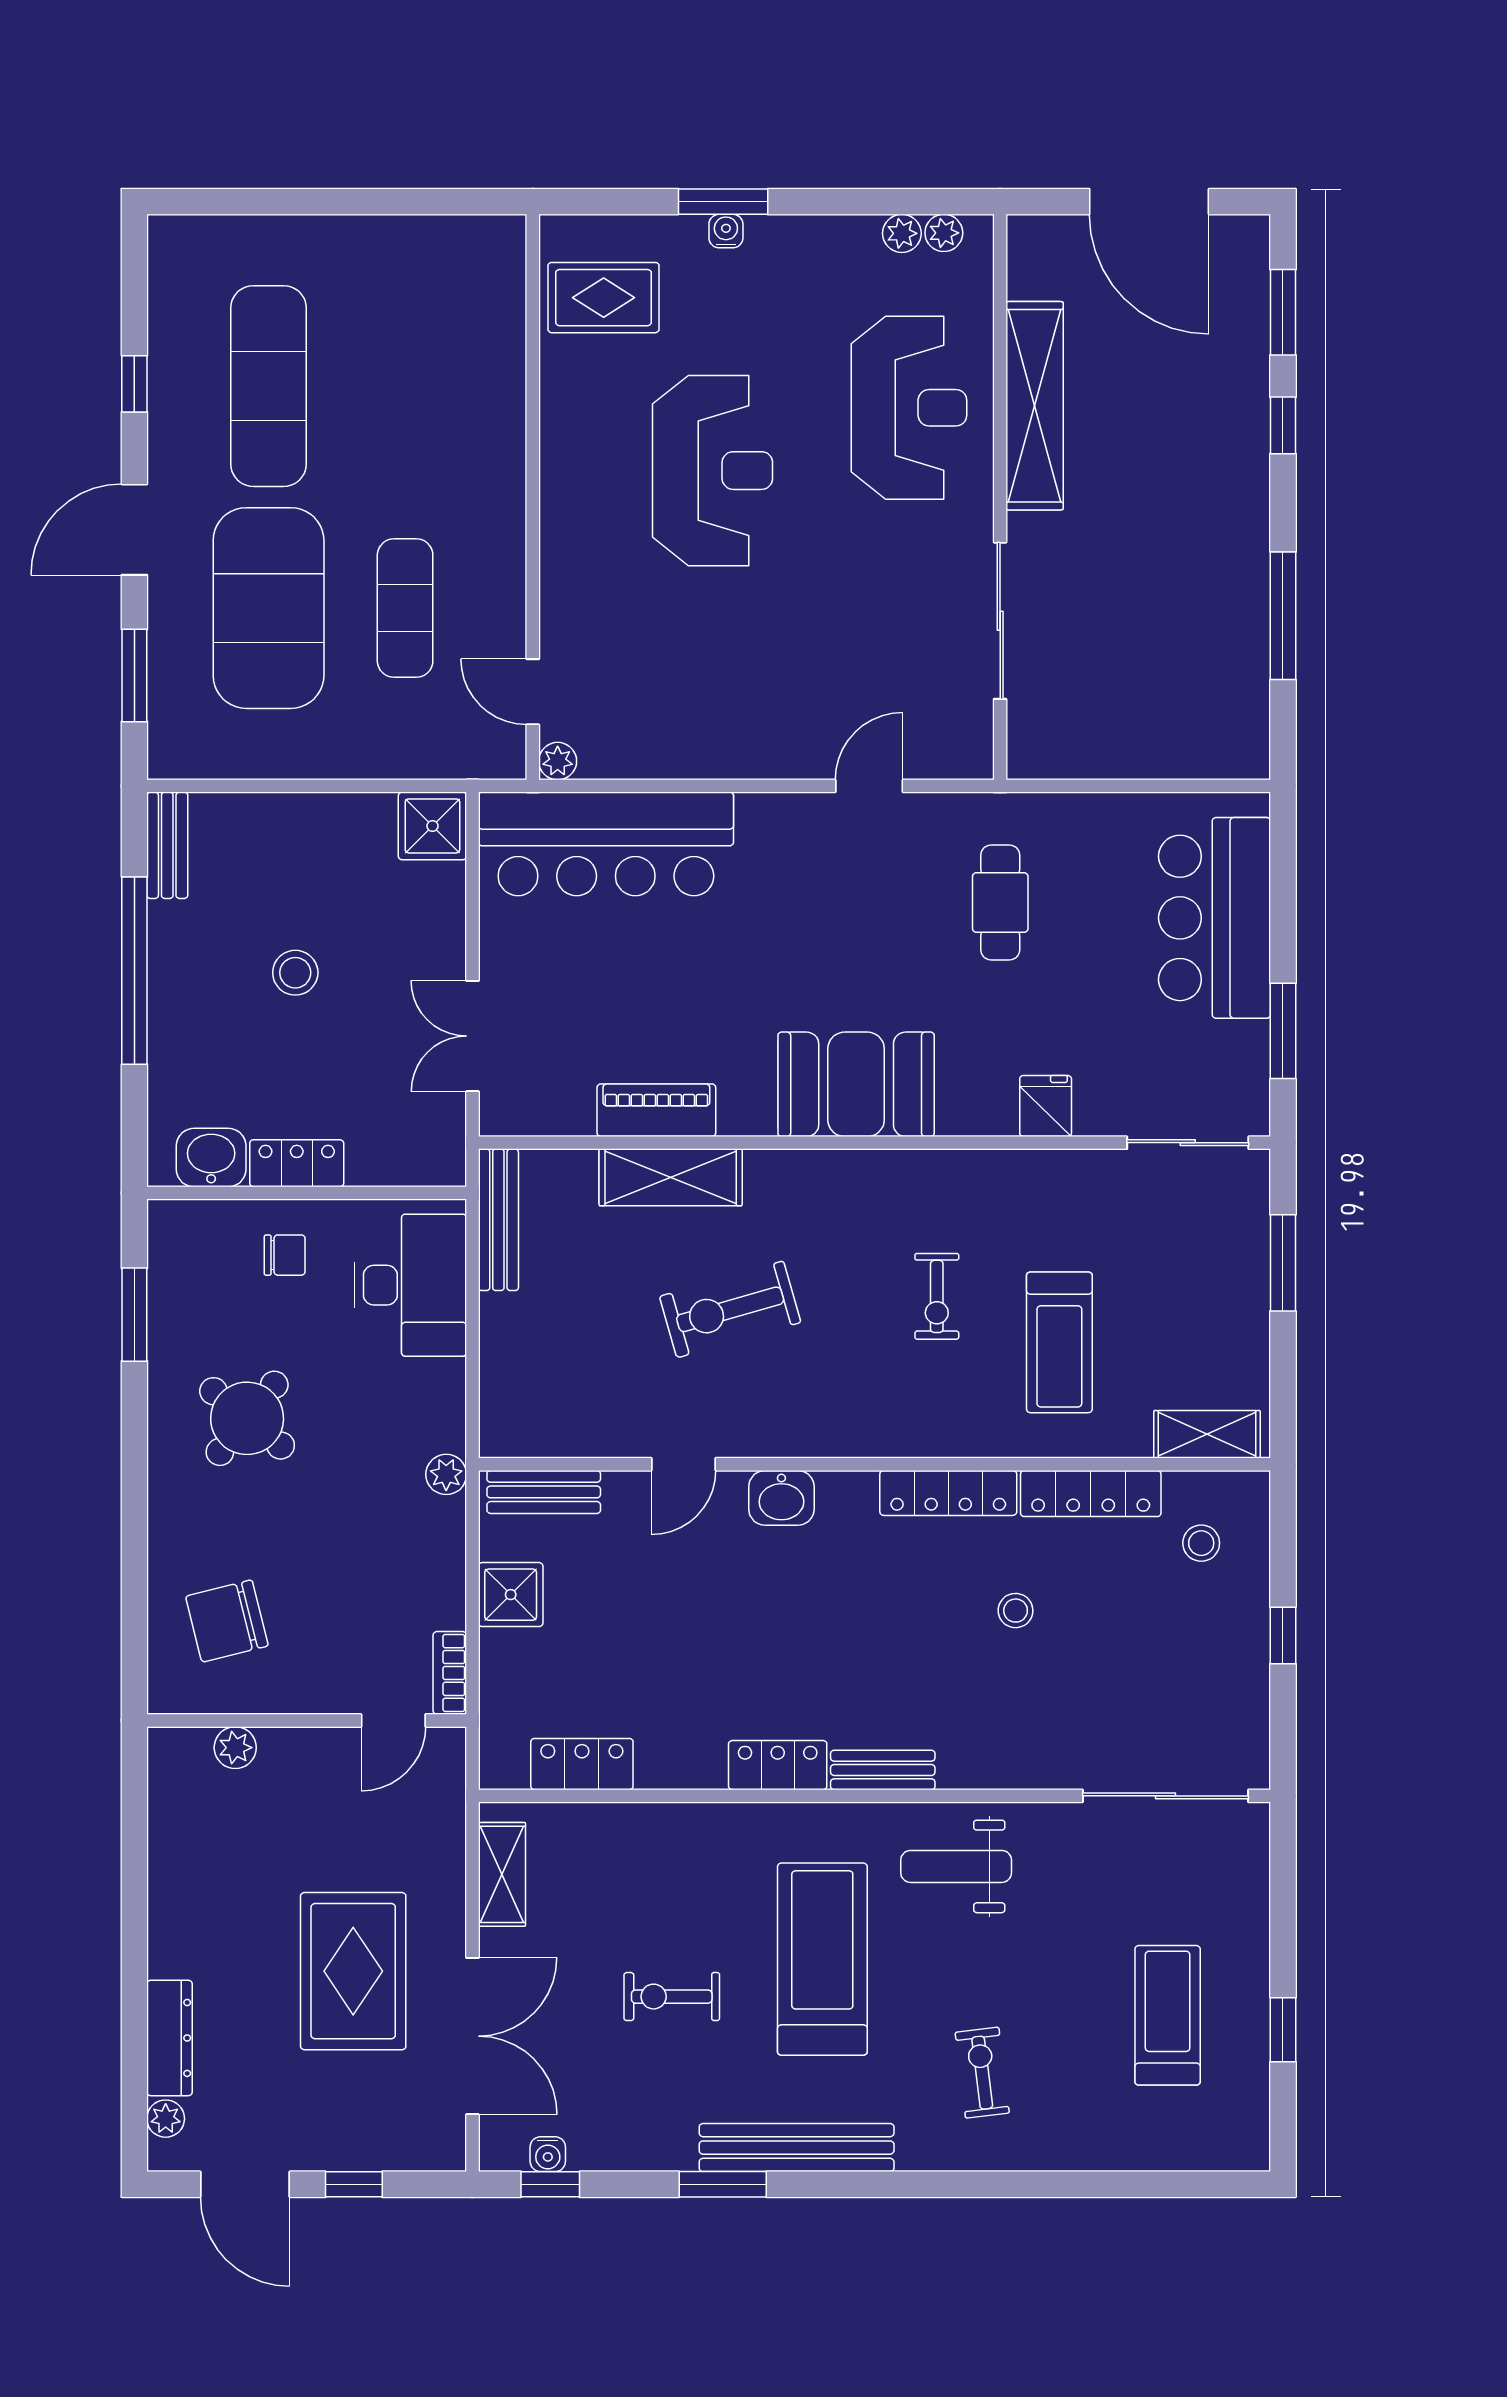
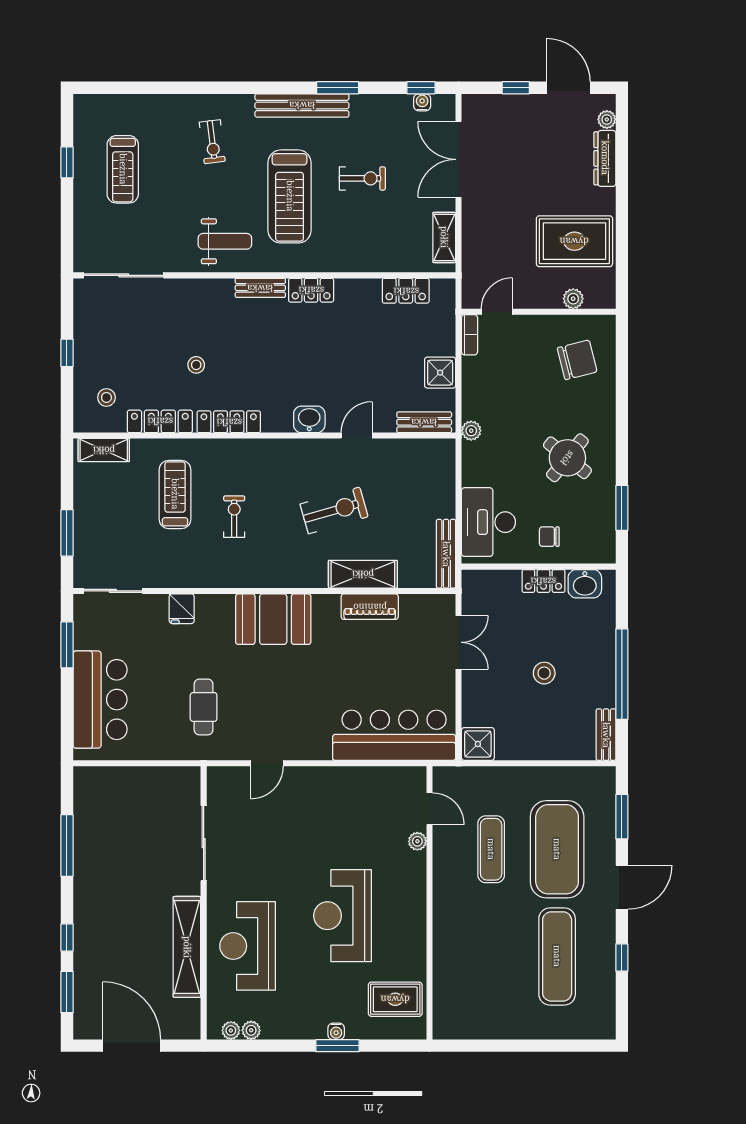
plant: (558, 761) -> (417, 841), moved
rug: (353, 1971) -> (574, 241), moved, turned 90

